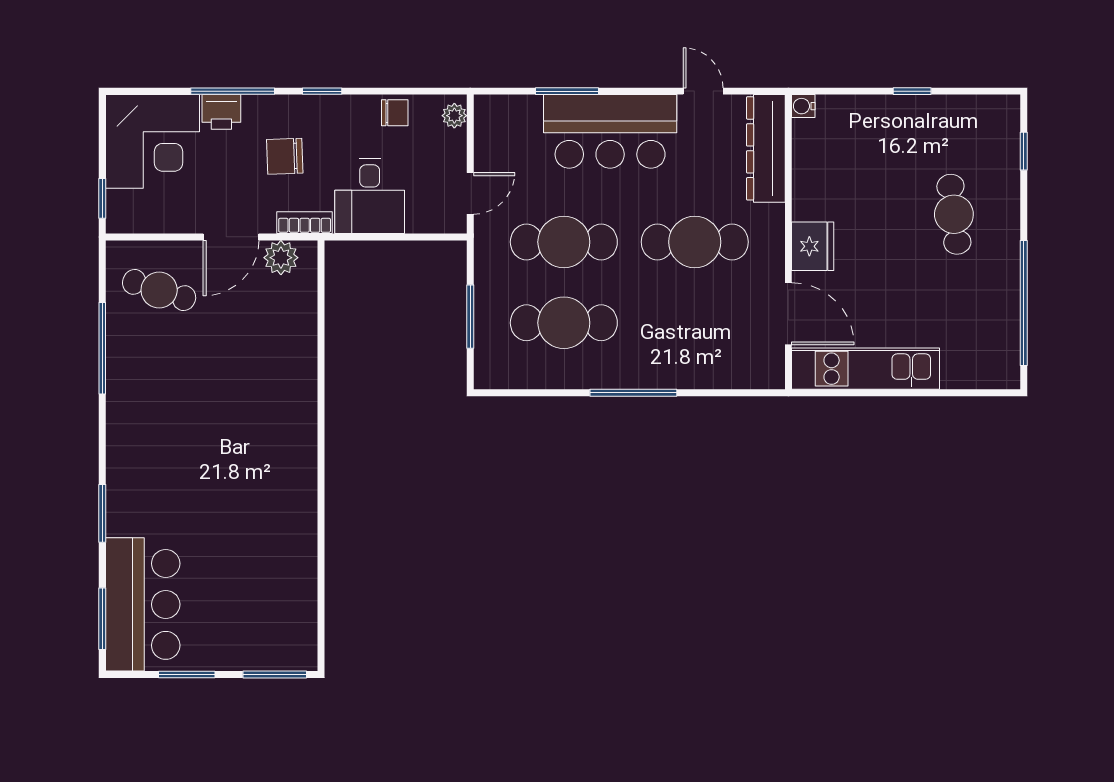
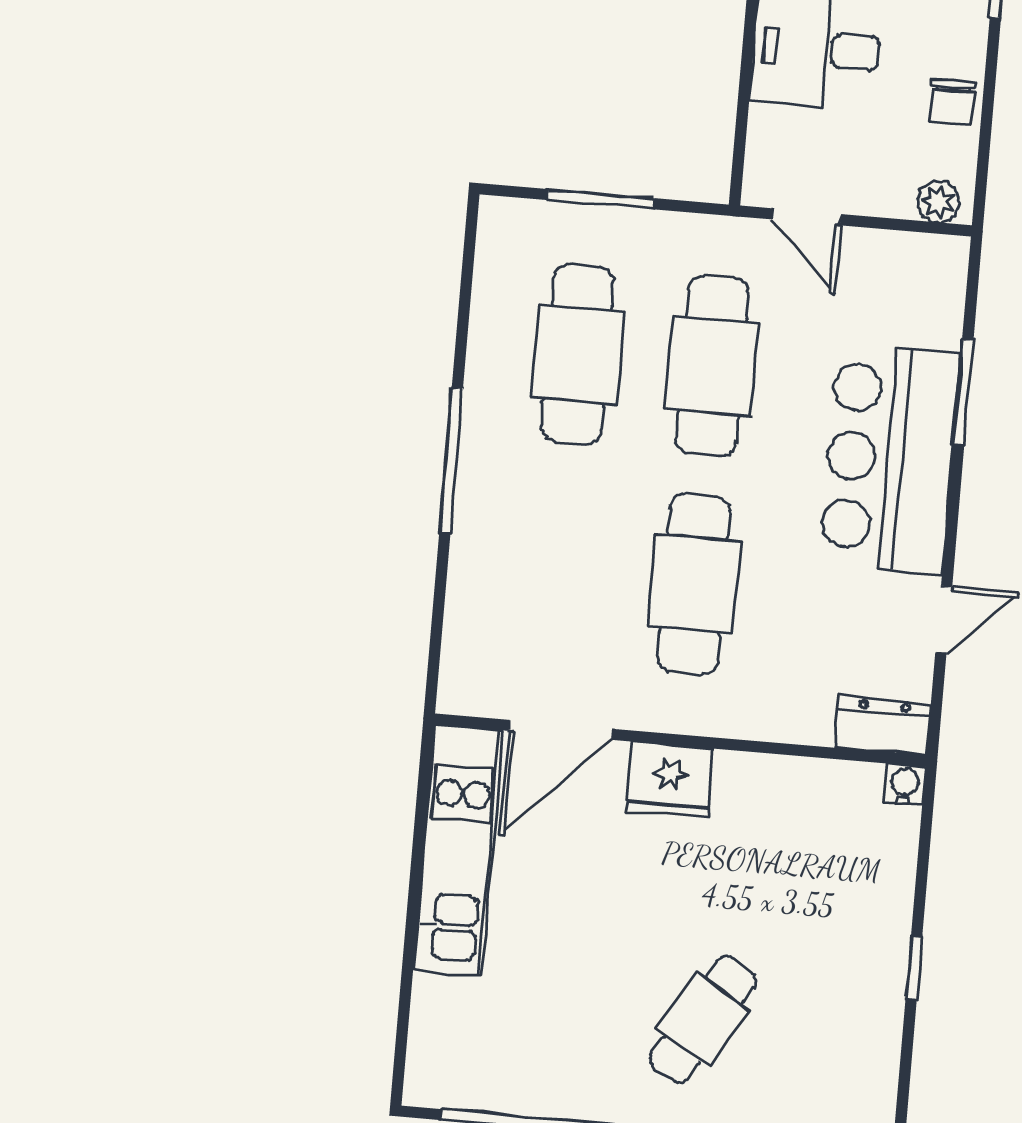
dresser: (766, 148) -> (883, 726), width x0.51, depth x0.80
cafe table: (954, 214) -> (703, 1020), turned -52

